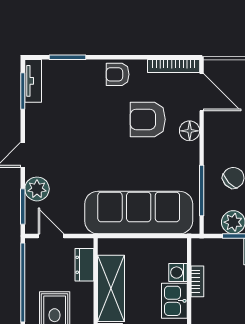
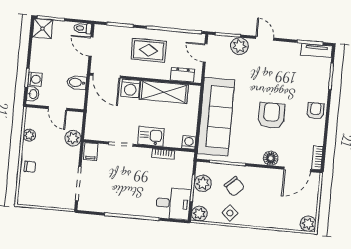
bookcase: (174, 66) -> (317, 158), width x0.64
armchair: (148, 119) -> (271, 116), moved
door: (51, 236) -> (205, 53), swing flipped
washing machine: (178, 273) -> (189, 142), moved

